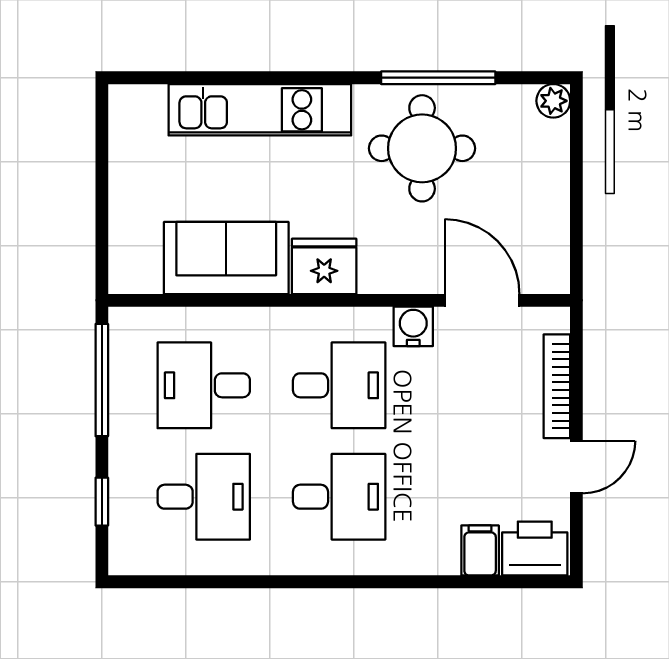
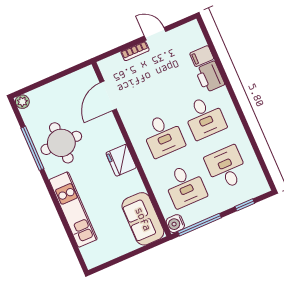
sofa: (226, 258) -> (143, 219), moved
water cooler: (413, 326) -> (175, 224), moved
desk: (339, 385) -> (163, 135), turned 180
bookcase: (557, 386) -> (135, 51), width x0.64
desk: (339, 497) -> (205, 117), turned 180
printer: (535, 549) -> (210, 77), moved

